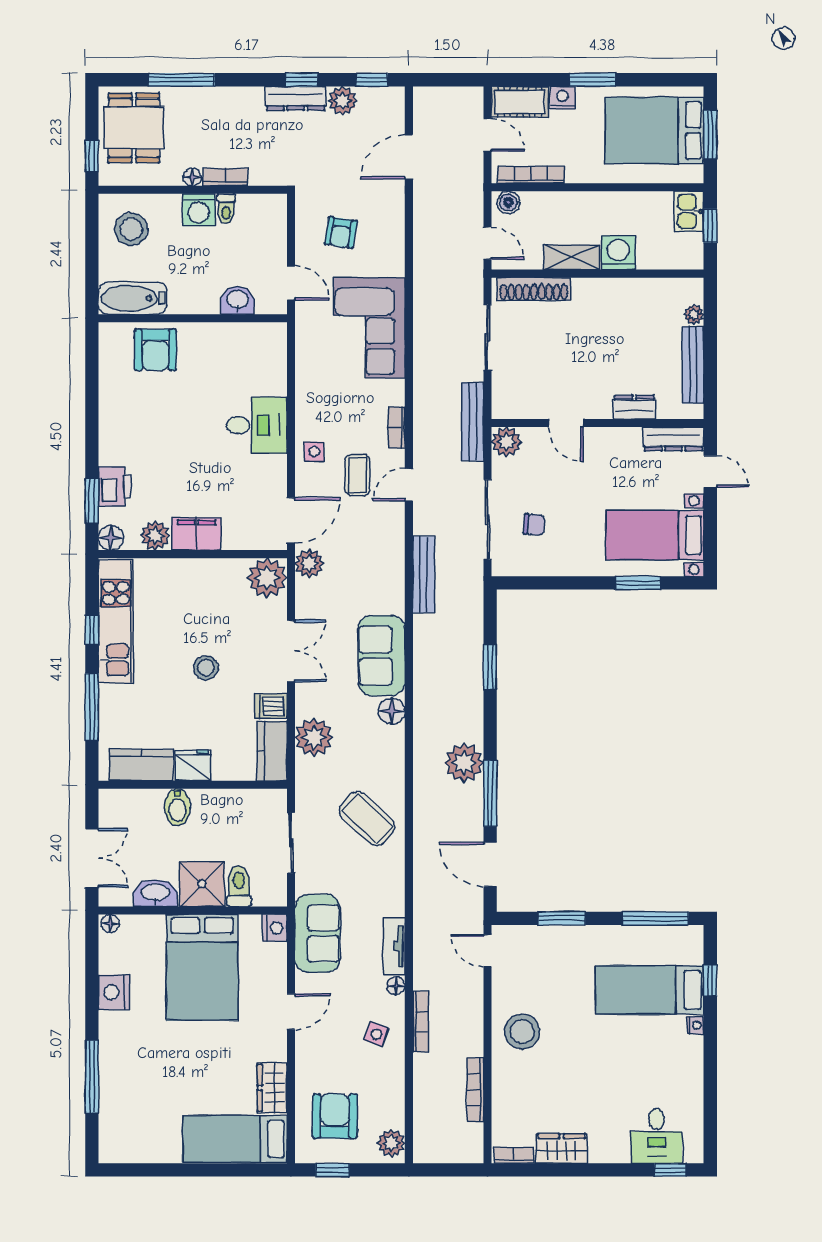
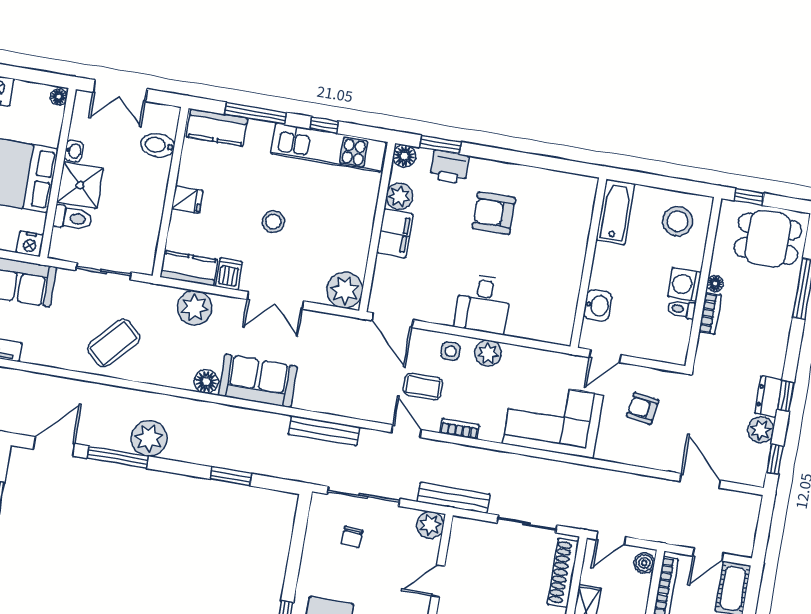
dresser: (296, 98) -> (769, 397), width x0.70
armchair: (155, 350) -> (494, 213), moved
plant: (309, 563) -> (488, 353), moved
kitchen counter: (141, 765) -> (217, 128), moved, turned 90
fridge: (193, 765) -> (187, 200), width x0.72
bidet: (177, 807) -> (158, 145), moved
washbasin: (155, 893) -> (74, 151), width x0.52, depth x0.69

